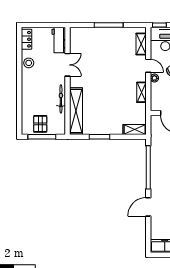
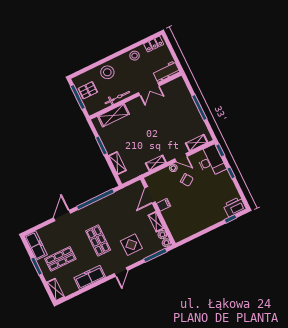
door: (148, 66) -> (181, 158), hinge flipped
stool: (32, 97) -> (107, 72), added
shelving: (76, 111) -> (113, 115), width x0.68
shelving: (135, 129) -> (117, 163), moved
door: (148, 207) -> (62, 215), hinge flipped

